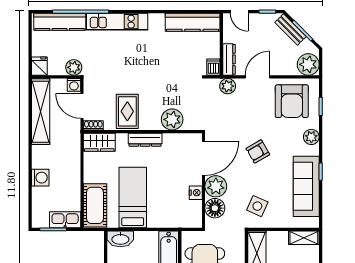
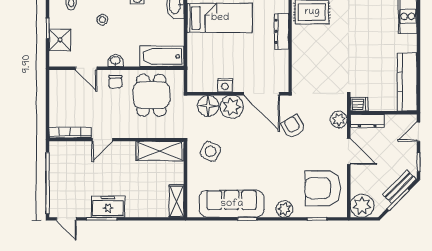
plant: (172, 119) -> (303, 60), removed
armchair: (258, 151) -> (293, 127), moved

